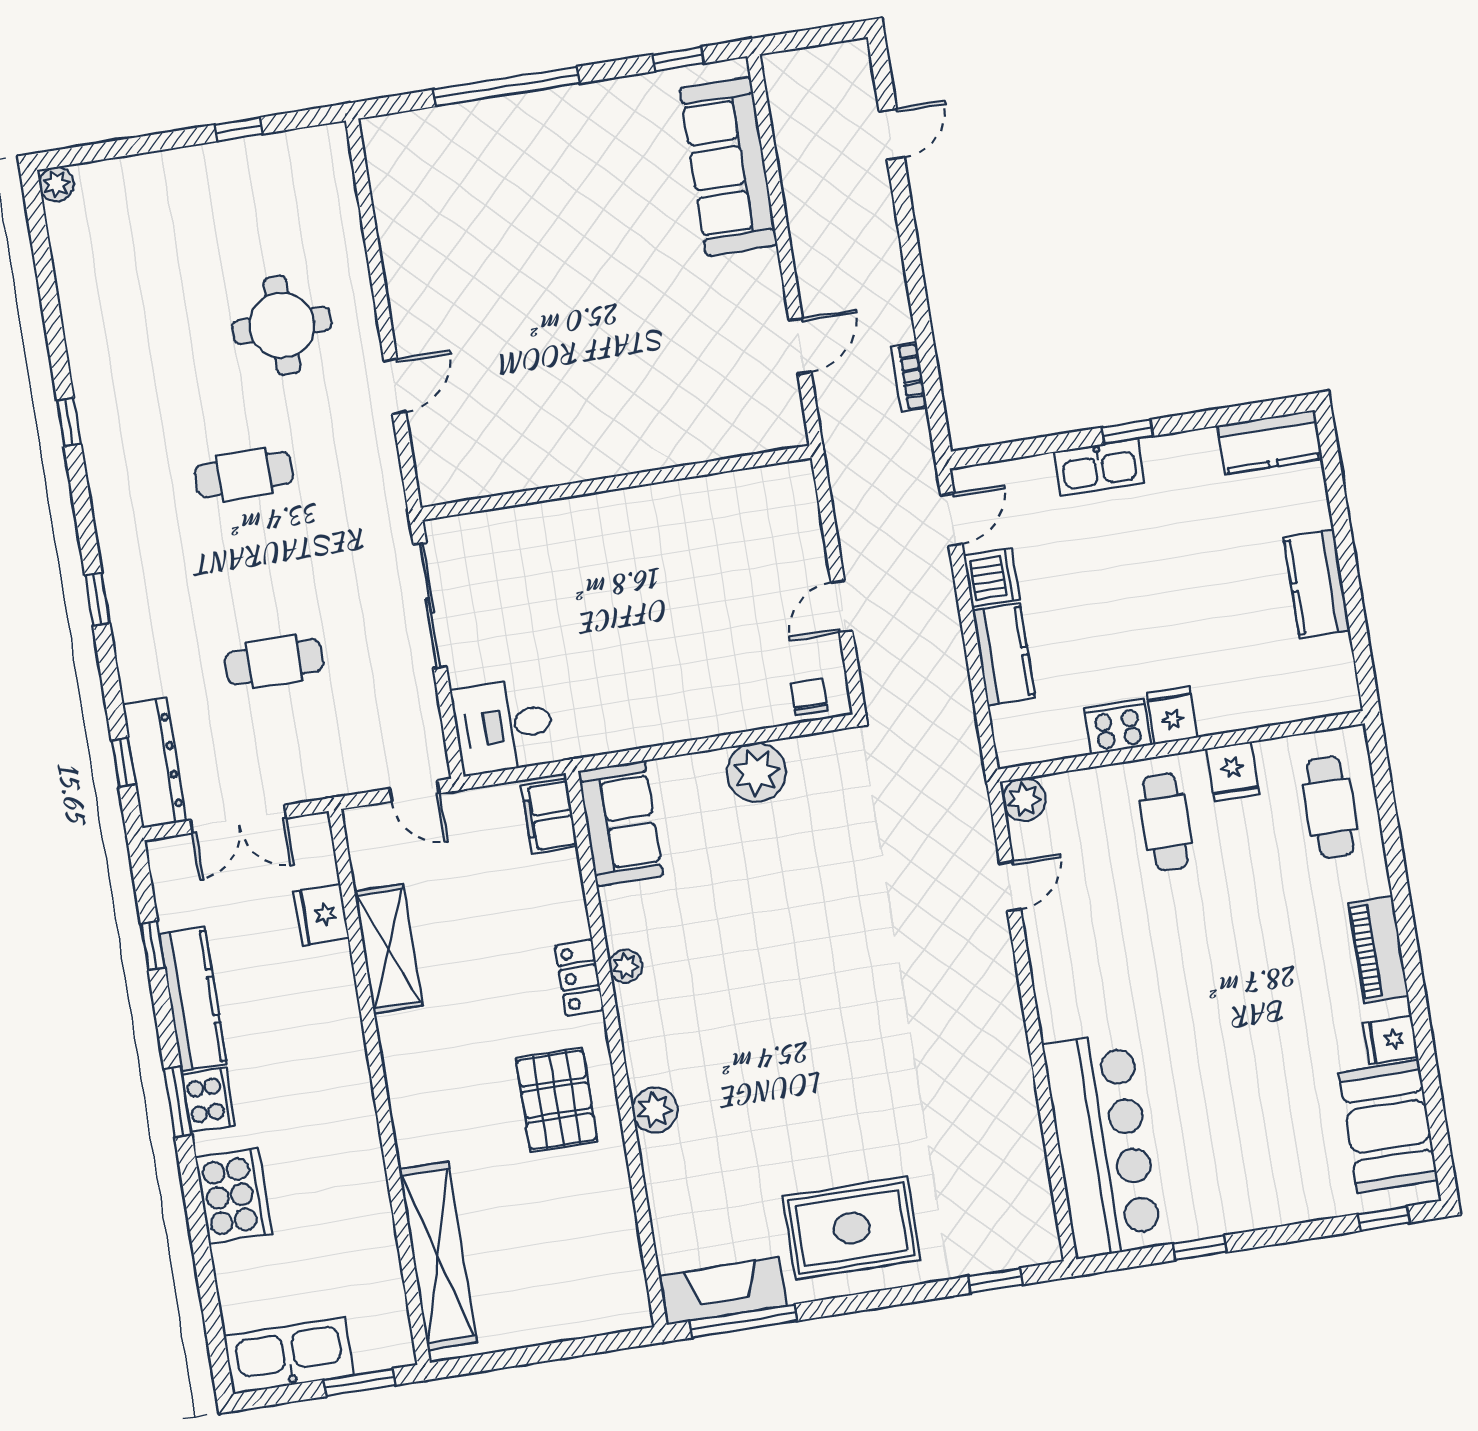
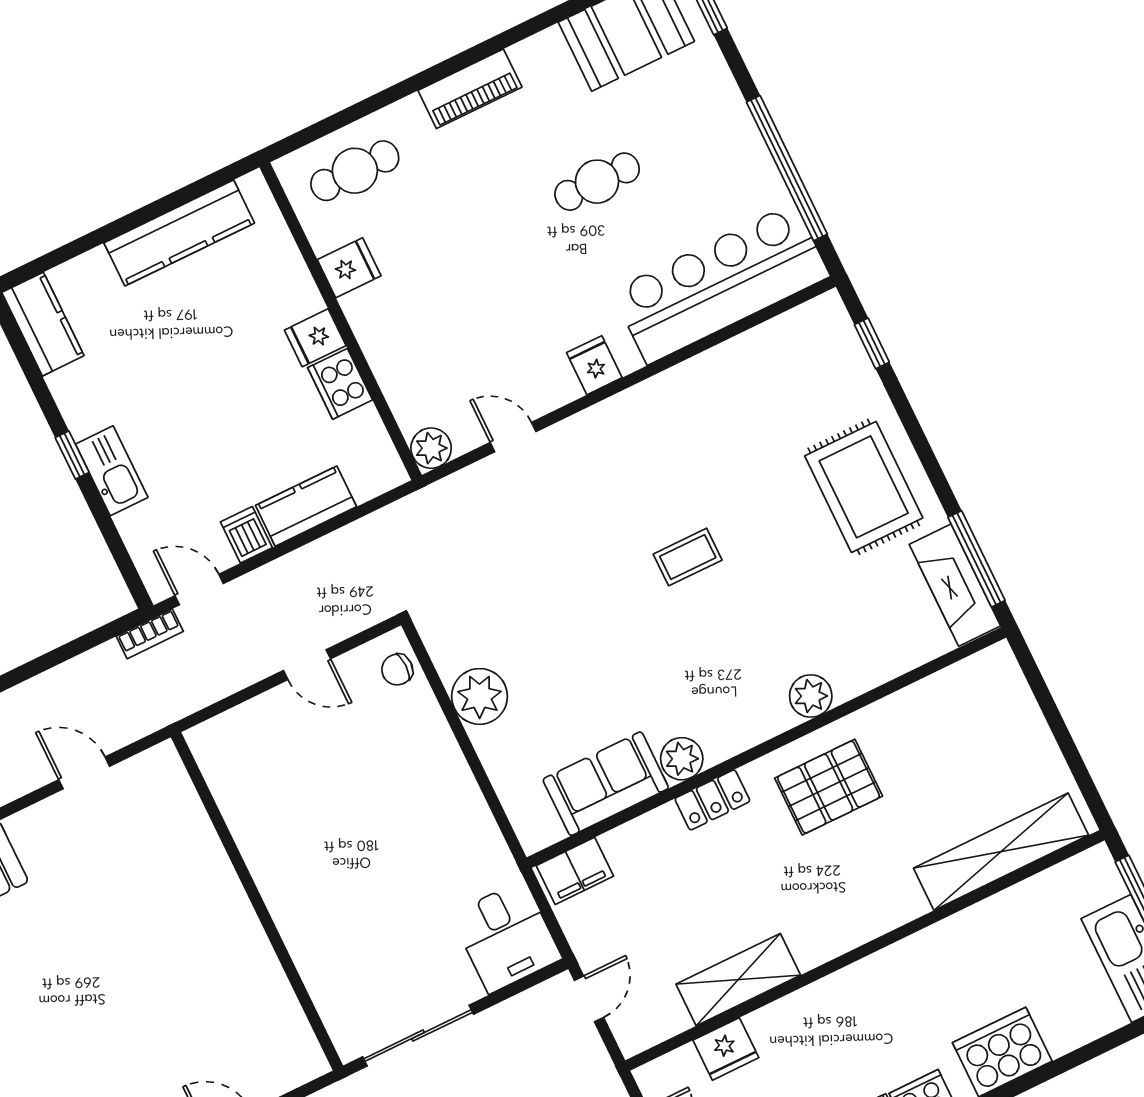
bookcase: (909, 377) -> (150, 634), moved
dishwasher: (992, 578) -> (246, 535), width x0.73
kitchen counter: (1317, 584) -> (179, 233), width x1.50
cafe table: (1166, 822) -> (597, 182), moved
sofa: (621, 823) -> (606, 784), moved
plant: (626, 966) -> (682, 759), width x1.38, depth x1.38
coffee table: (834, 1027) -> (688, 557), added
fridge: (1390, 1040) -> (594, 365), moved, turned 180
window: (1200, 1248) -> (787, 168), width x3.17

